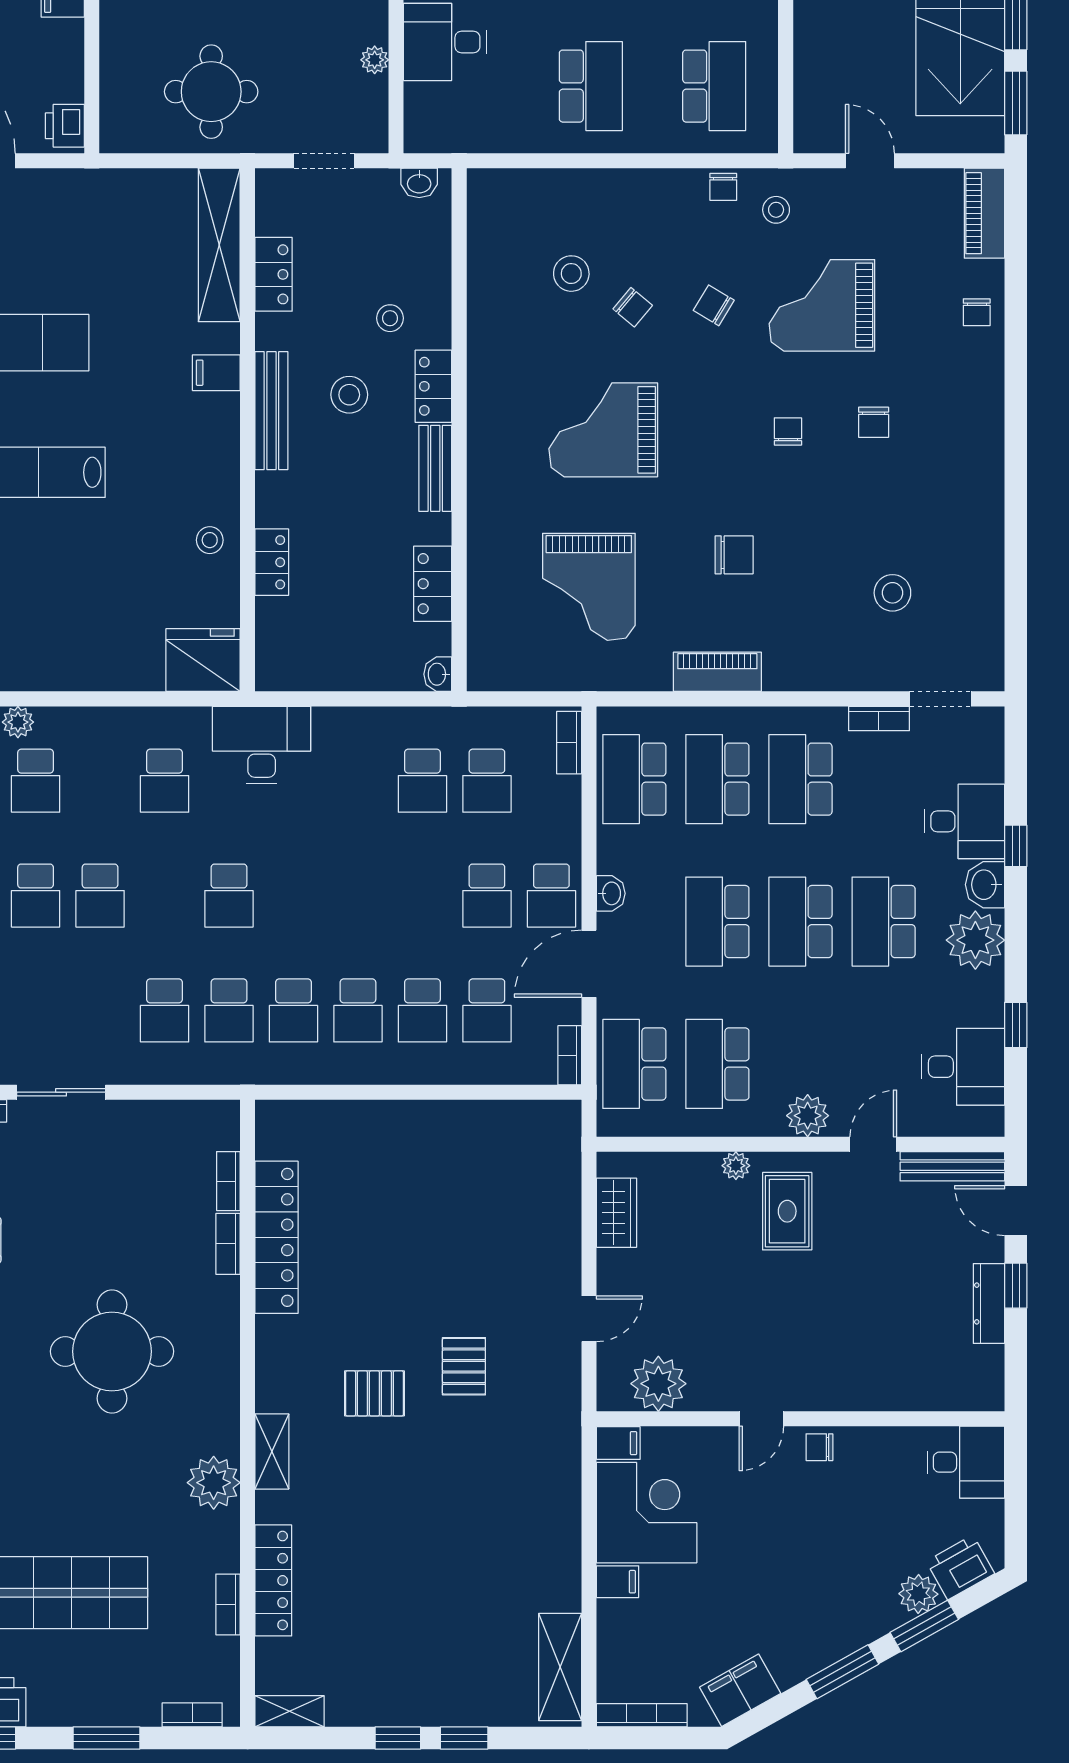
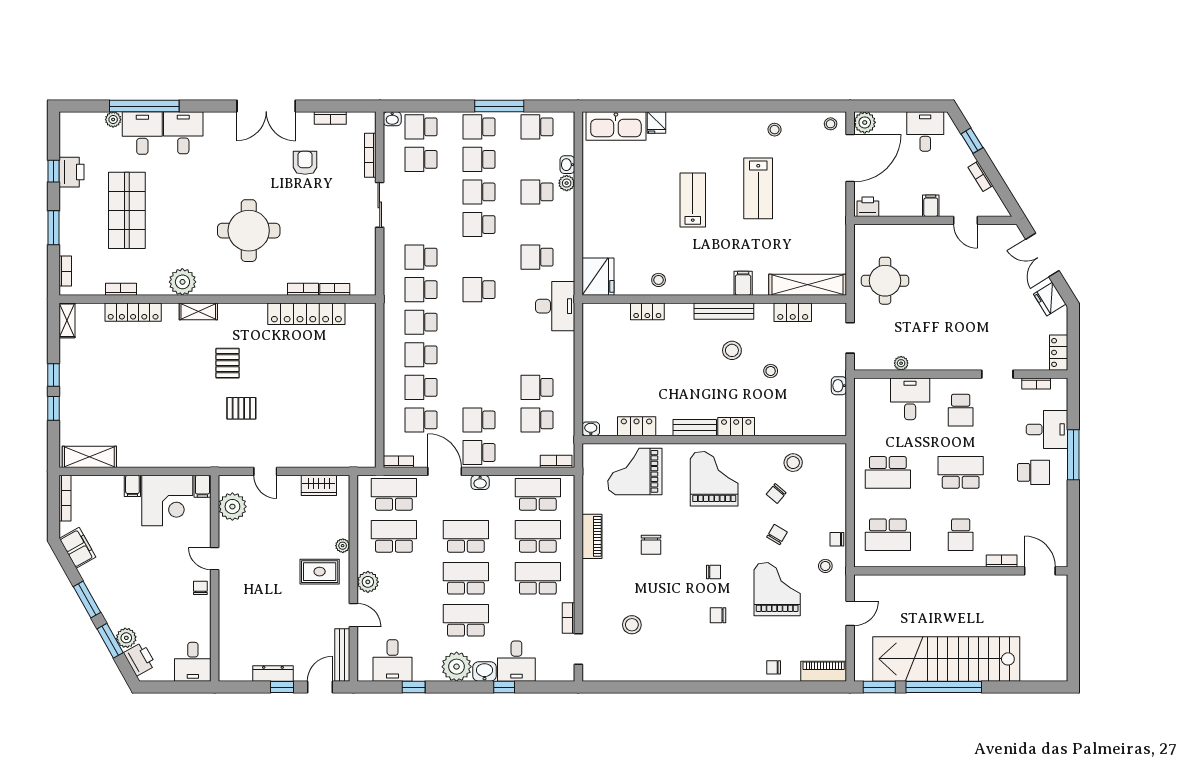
locker: (433, 386) -> (736, 427), moved
wall: (459, 430) -> (714, 440), moved
bench: (435, 468) -> (695, 428), moved
locker: (433, 584) -> (637, 426), moved
washbasin: (438, 674) -> (591, 429), moved

